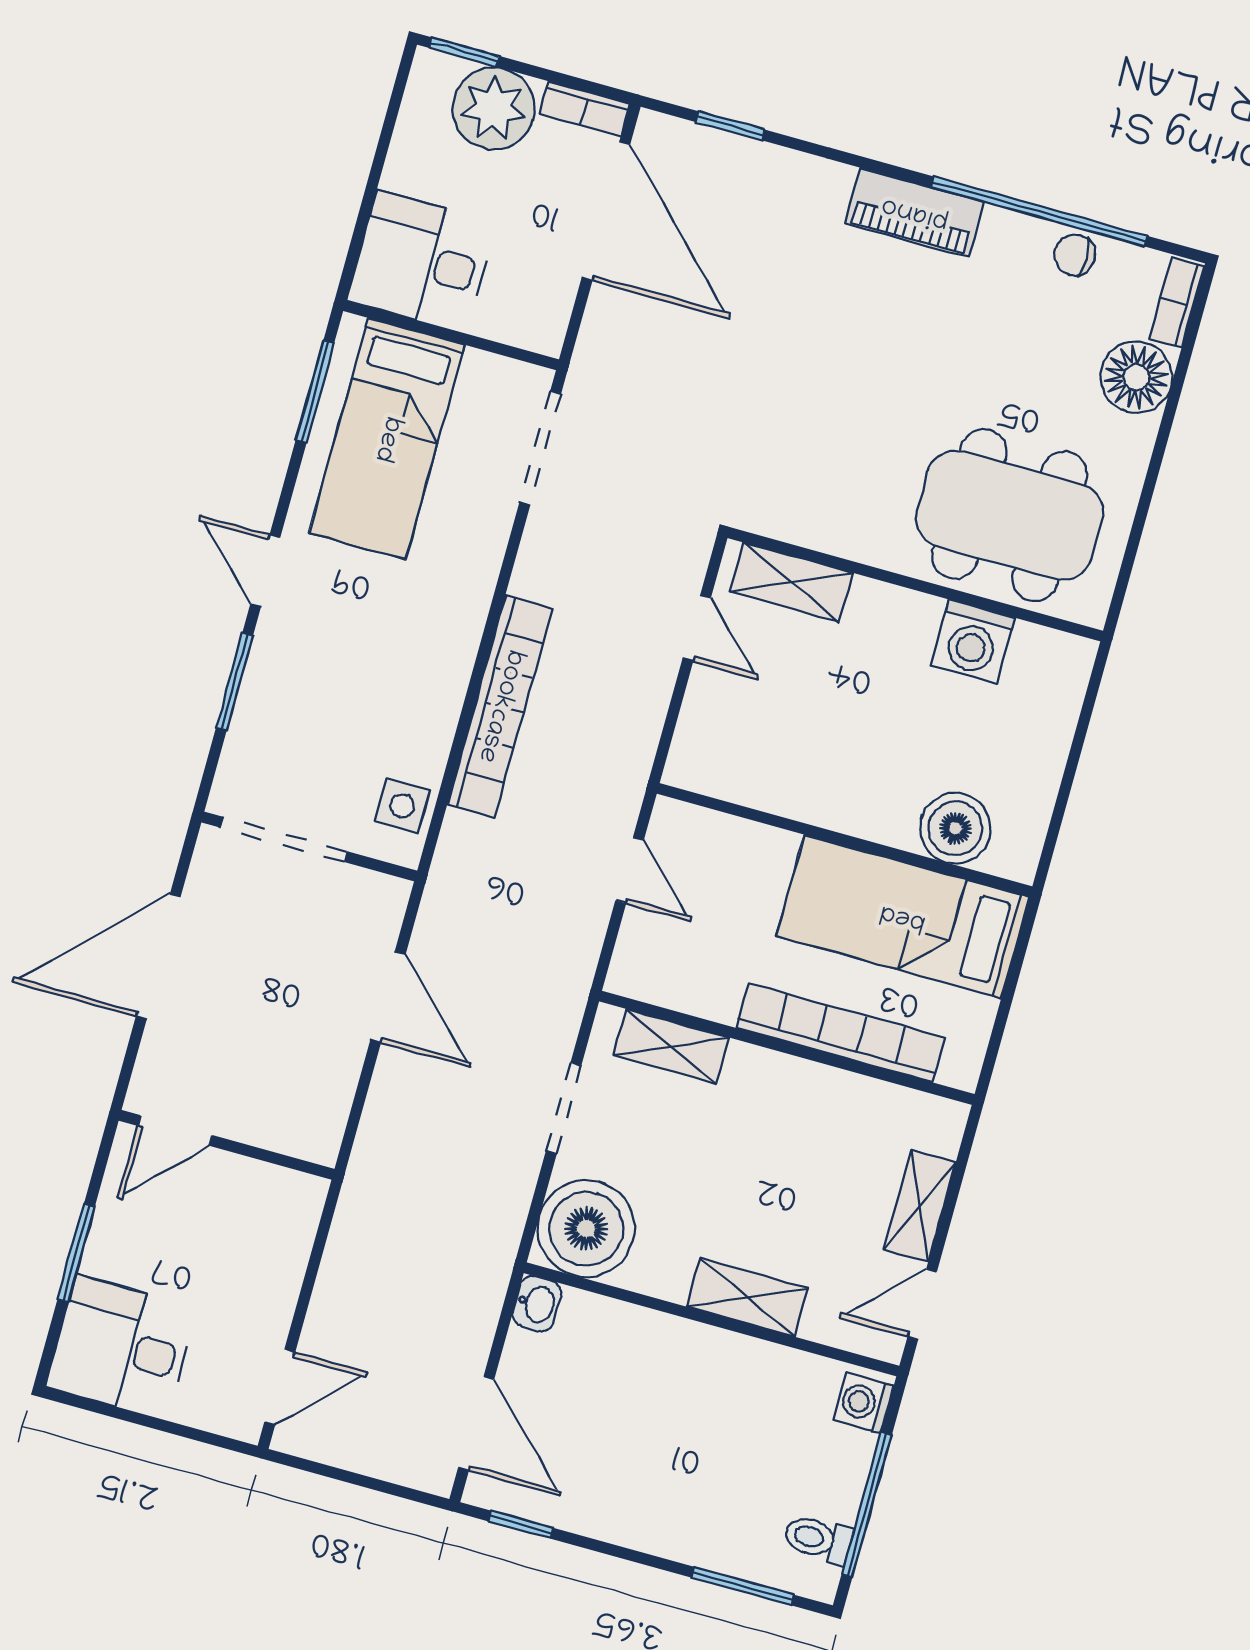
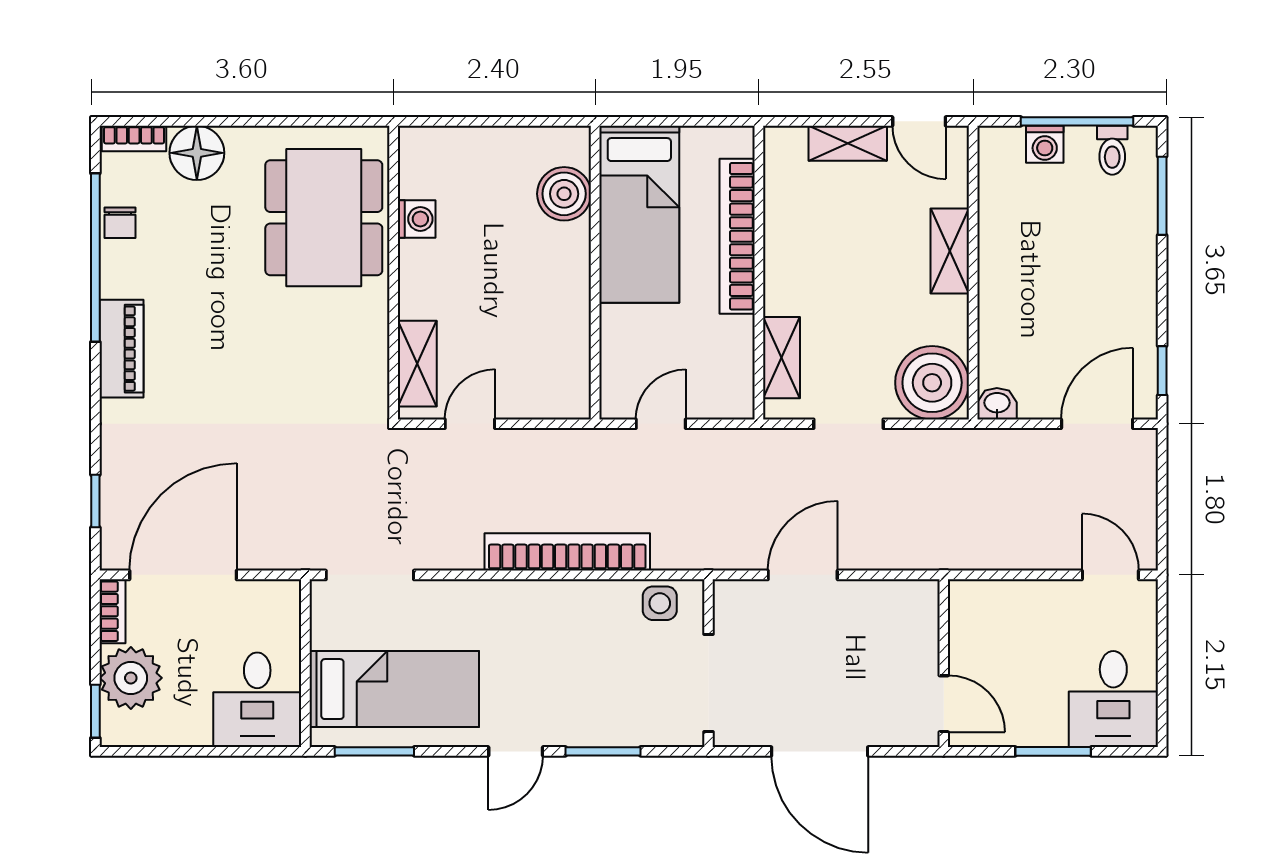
washing machine: (973, 641) -> (417, 219), width x0.73, depth x0.73
washing machine: (864, 1403) -> (1045, 144), moved

